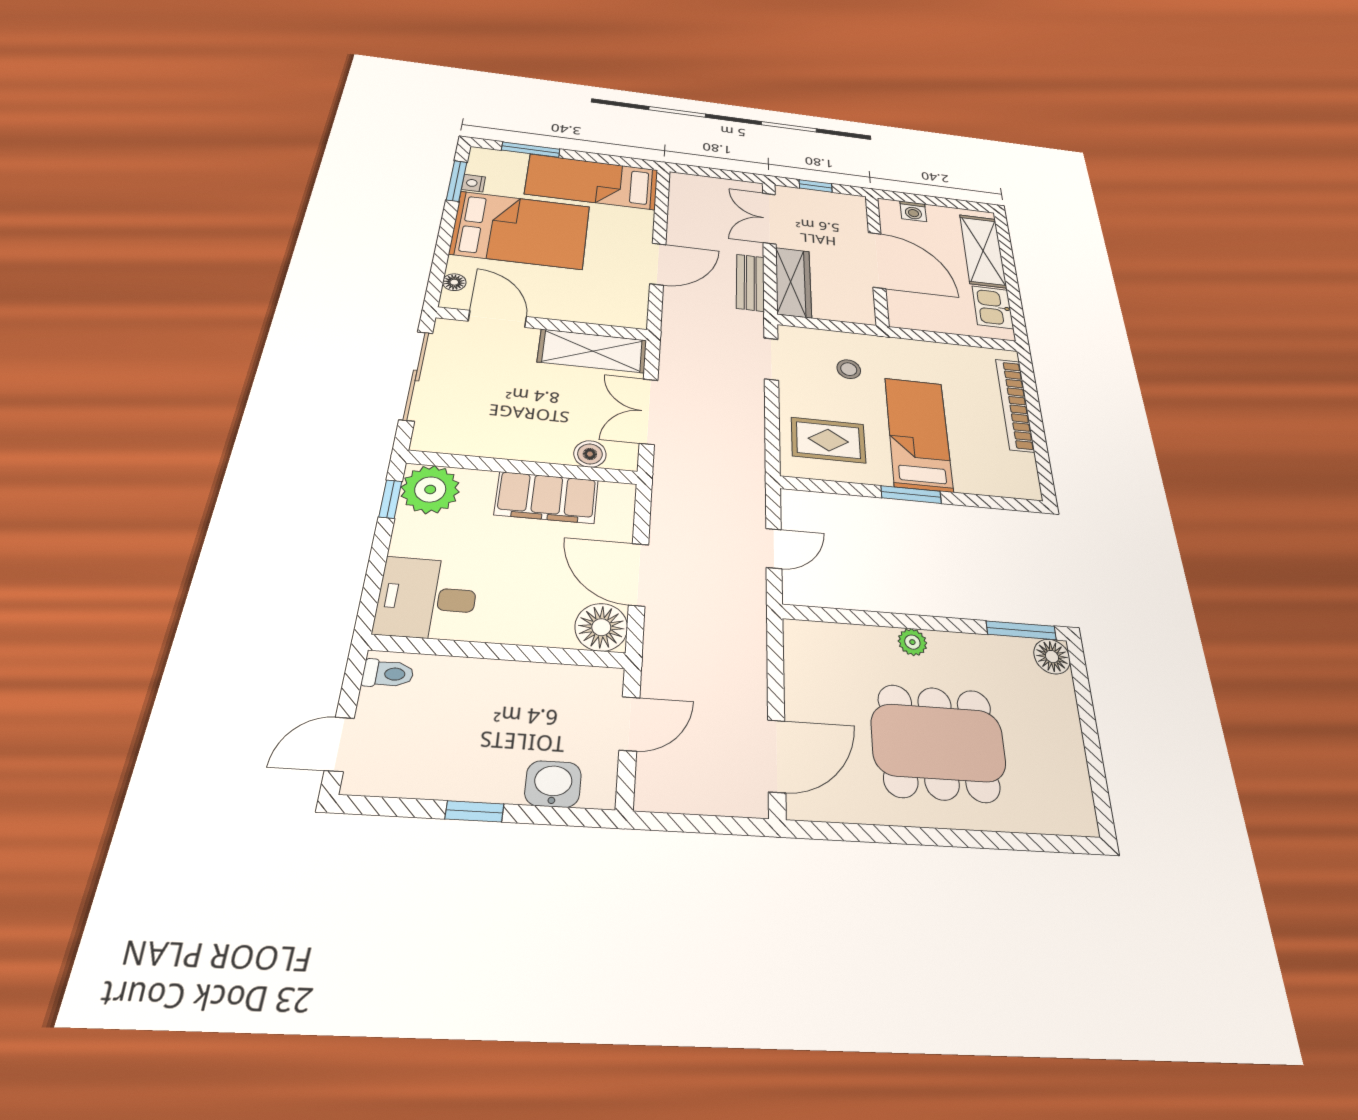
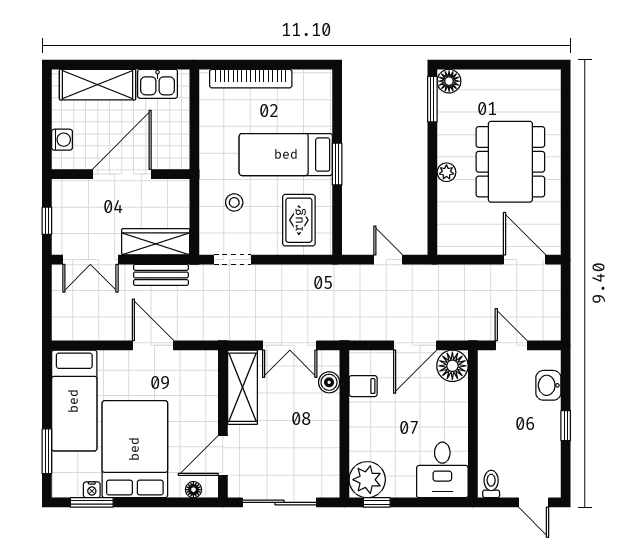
filing cabinet: (547, 497) -> (363, 386), width x0.33, depth x0.86

